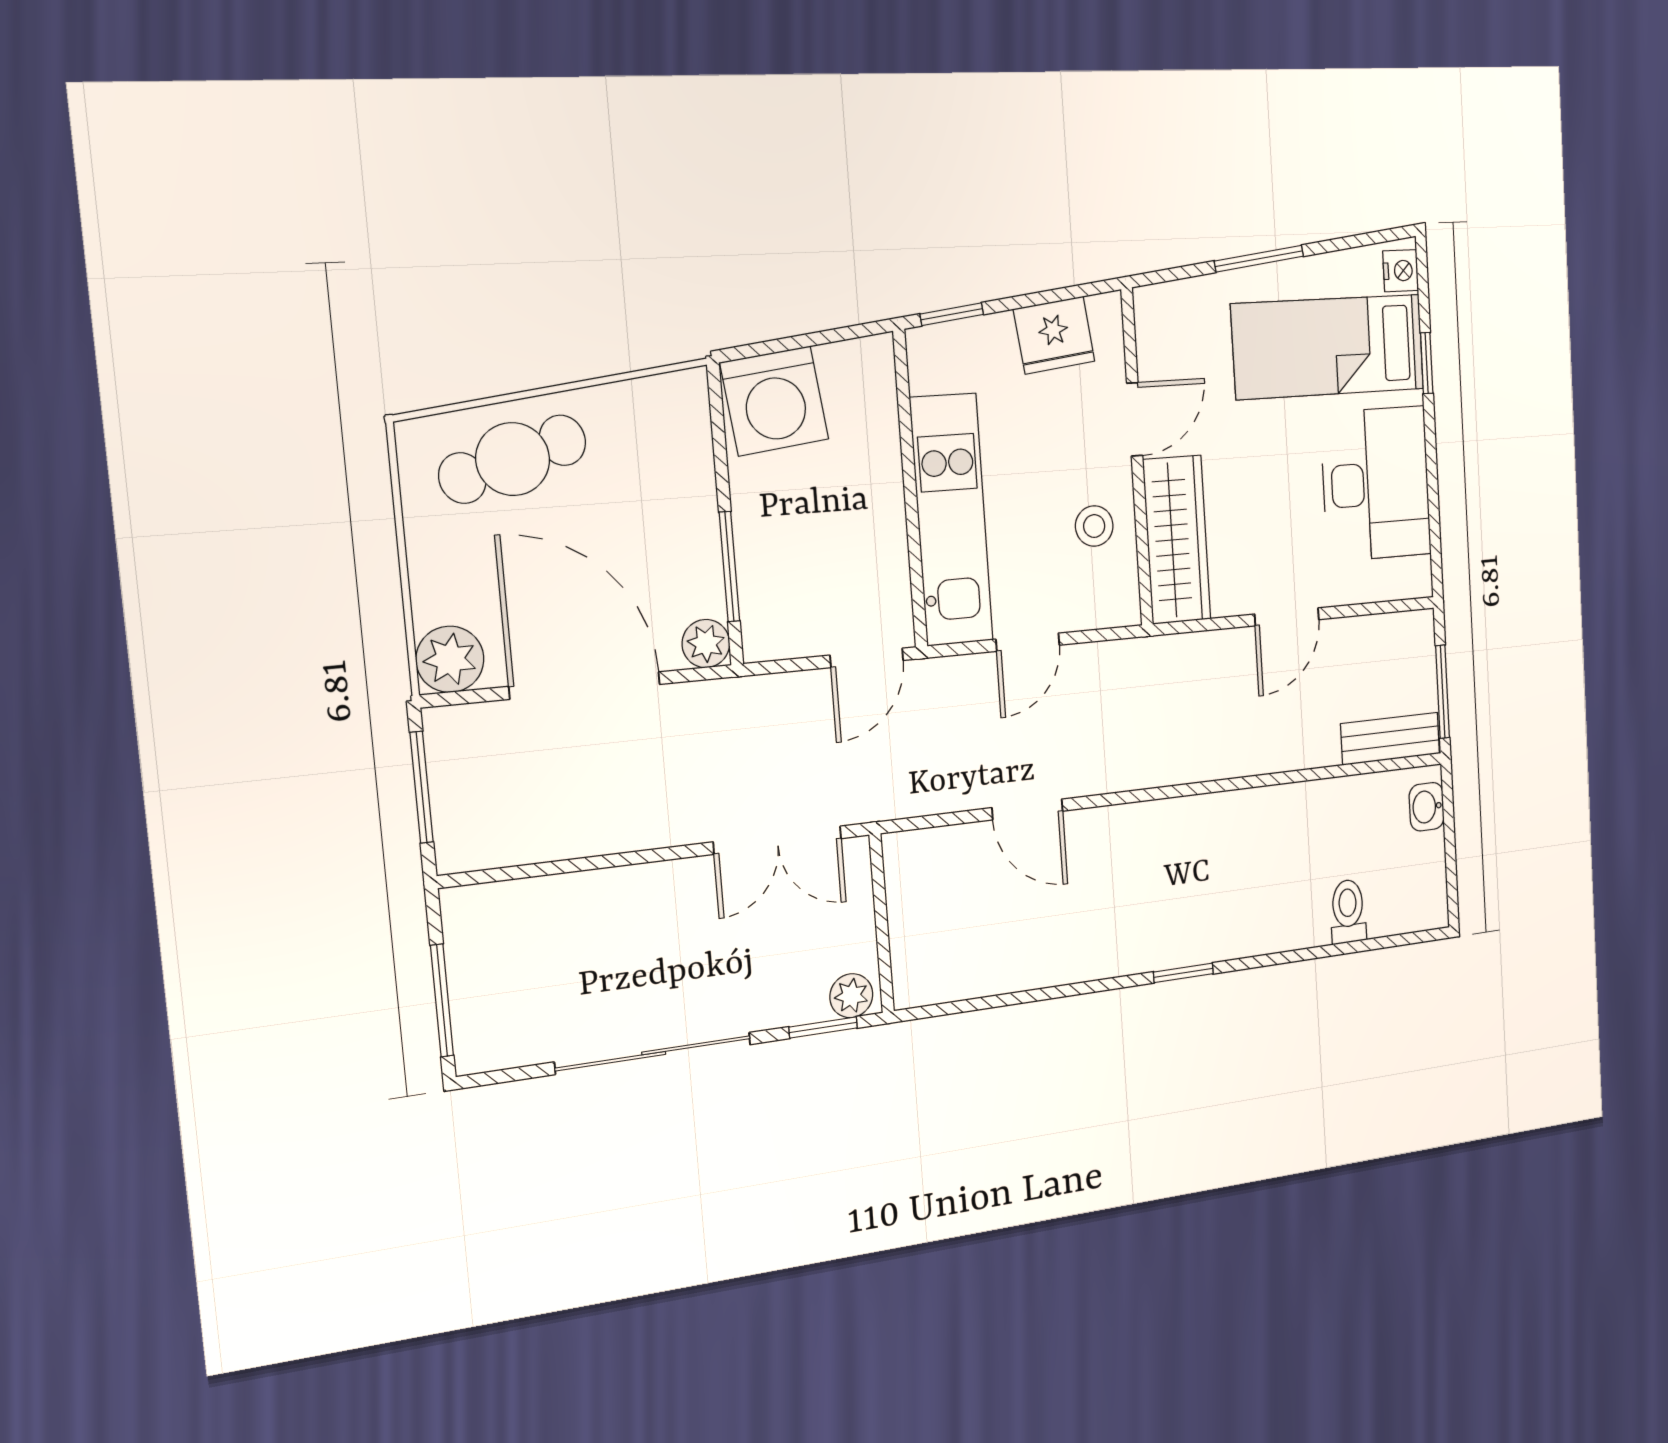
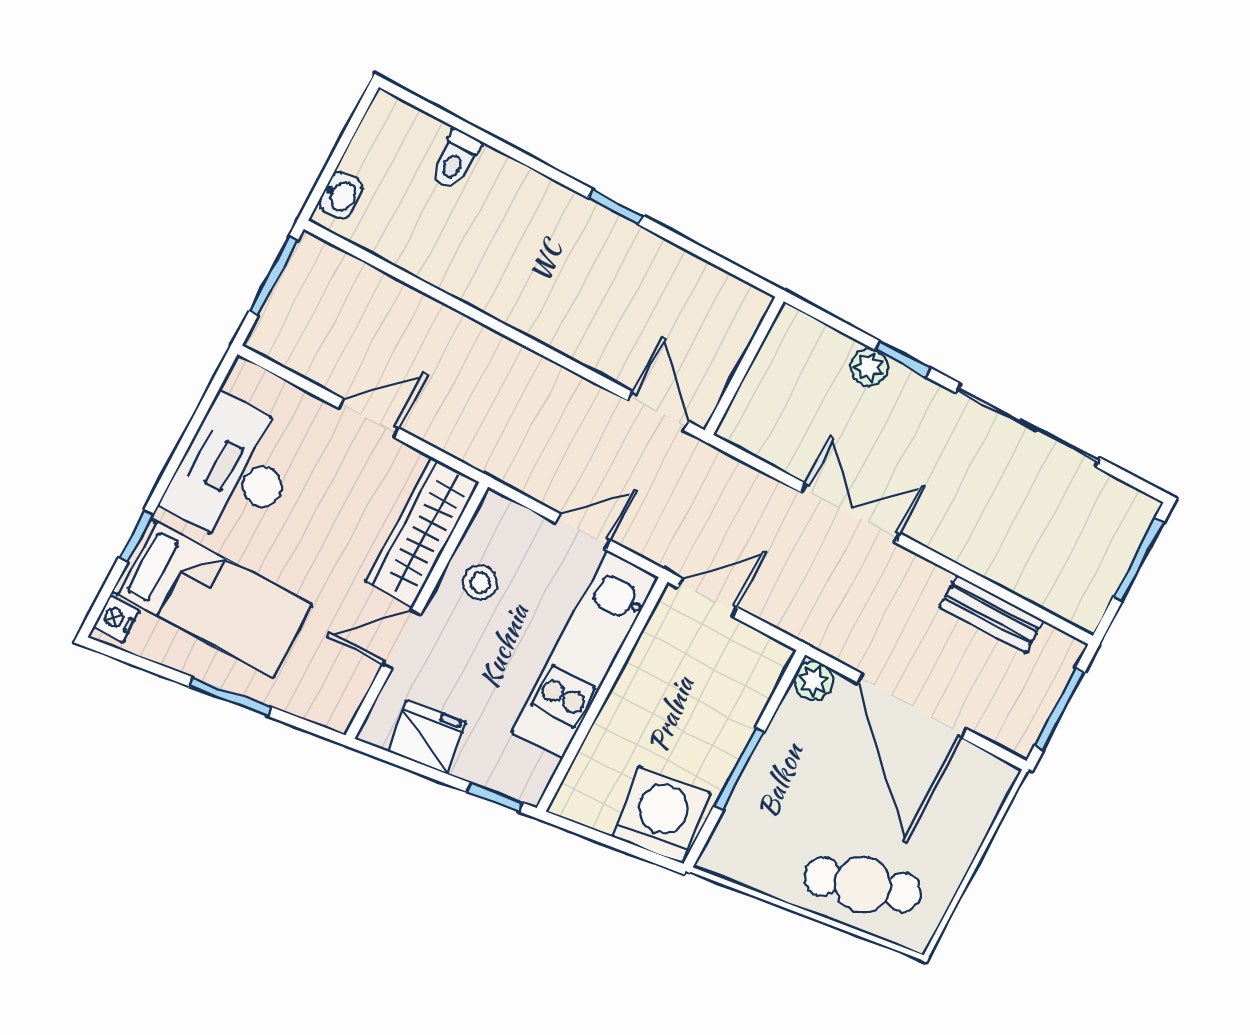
window: (729, 567) -> (739, 769), moved
plant: (450, 659) -> (987, 780), removed
bench: (1390, 739) -> (991, 614), moved
wall: (882, 923) -> (744, 366), moved

